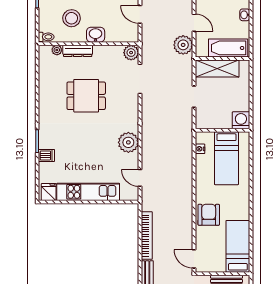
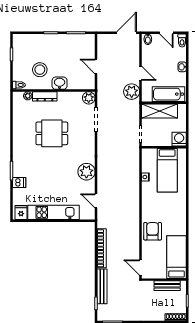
washing machine: (241, 120) -> (179, 139), moved
wall: (222, 130) -> (164, 147), moved
bed: (226, 158) -> (167, 170), moved

